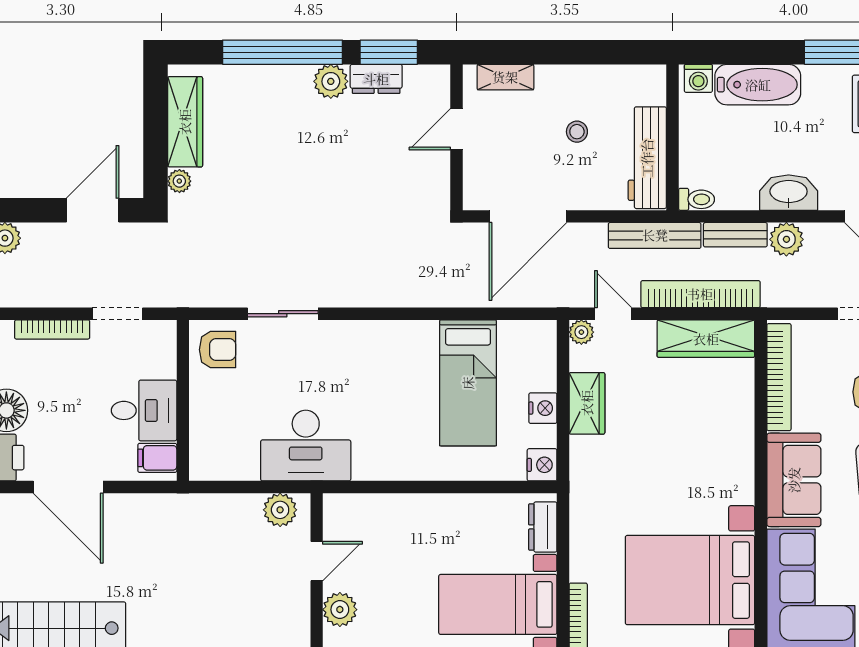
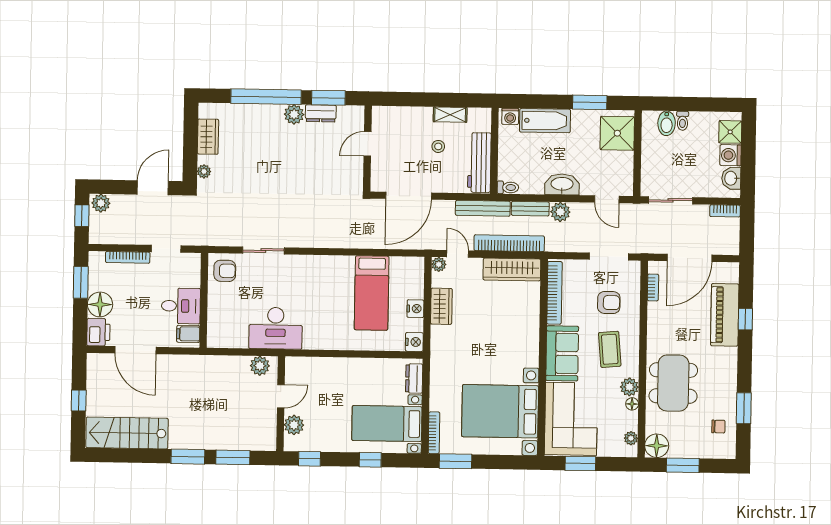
shelving: (505, 77) -> (450, 115), moved
wardrobe: (185, 122) -> (208, 137), width x0.67

